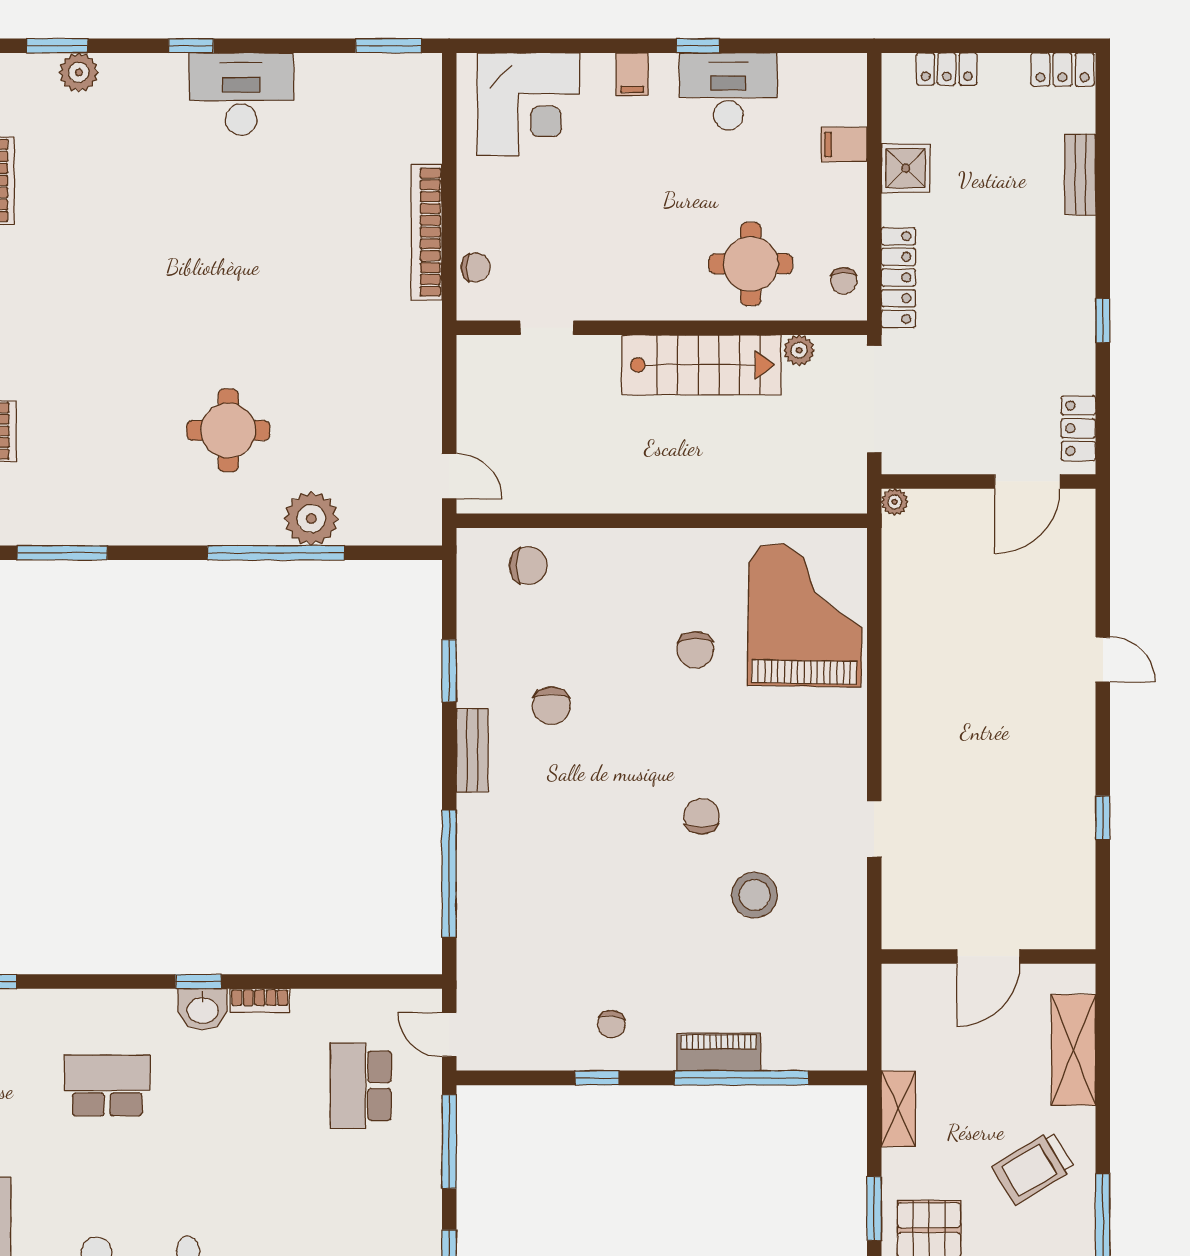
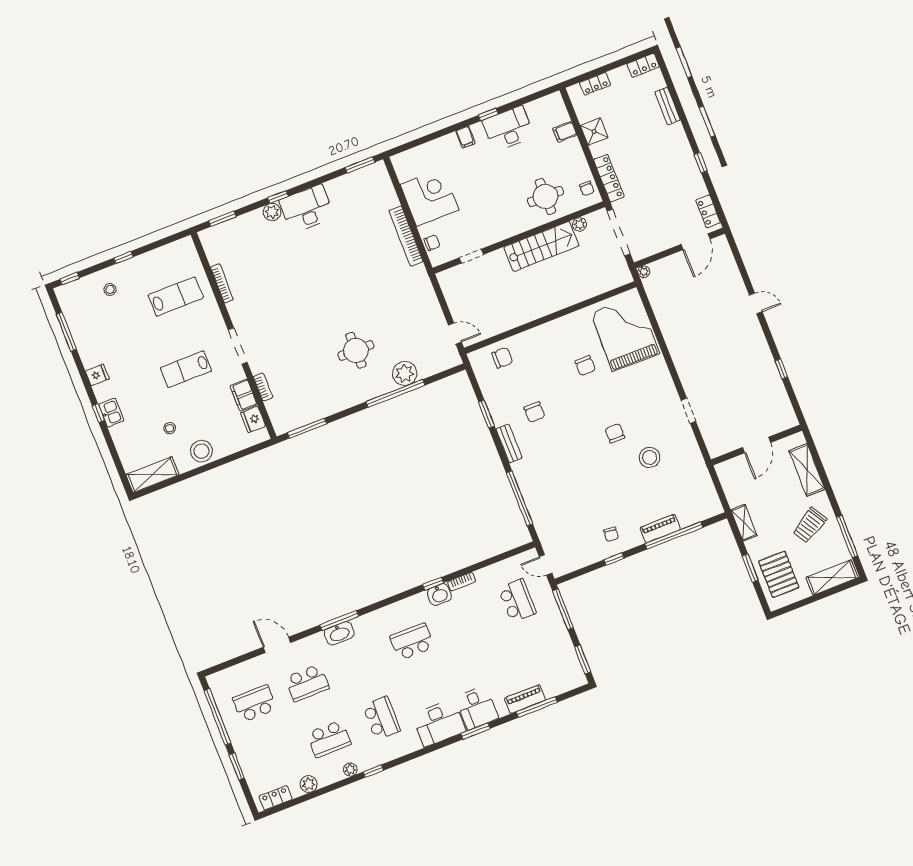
plant: (79, 72) -> (272, 212), moved
corner desk: (528, 104) -> (429, 197), moved, turned -90
school desk: (361, 1086) -> (517, 601), turned 180

